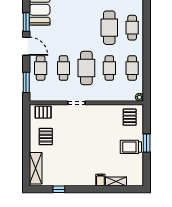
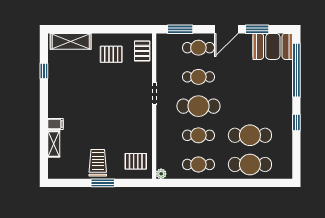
cafe table: (132, 28) -> (250, 164), width x1.37, depth x1.35

